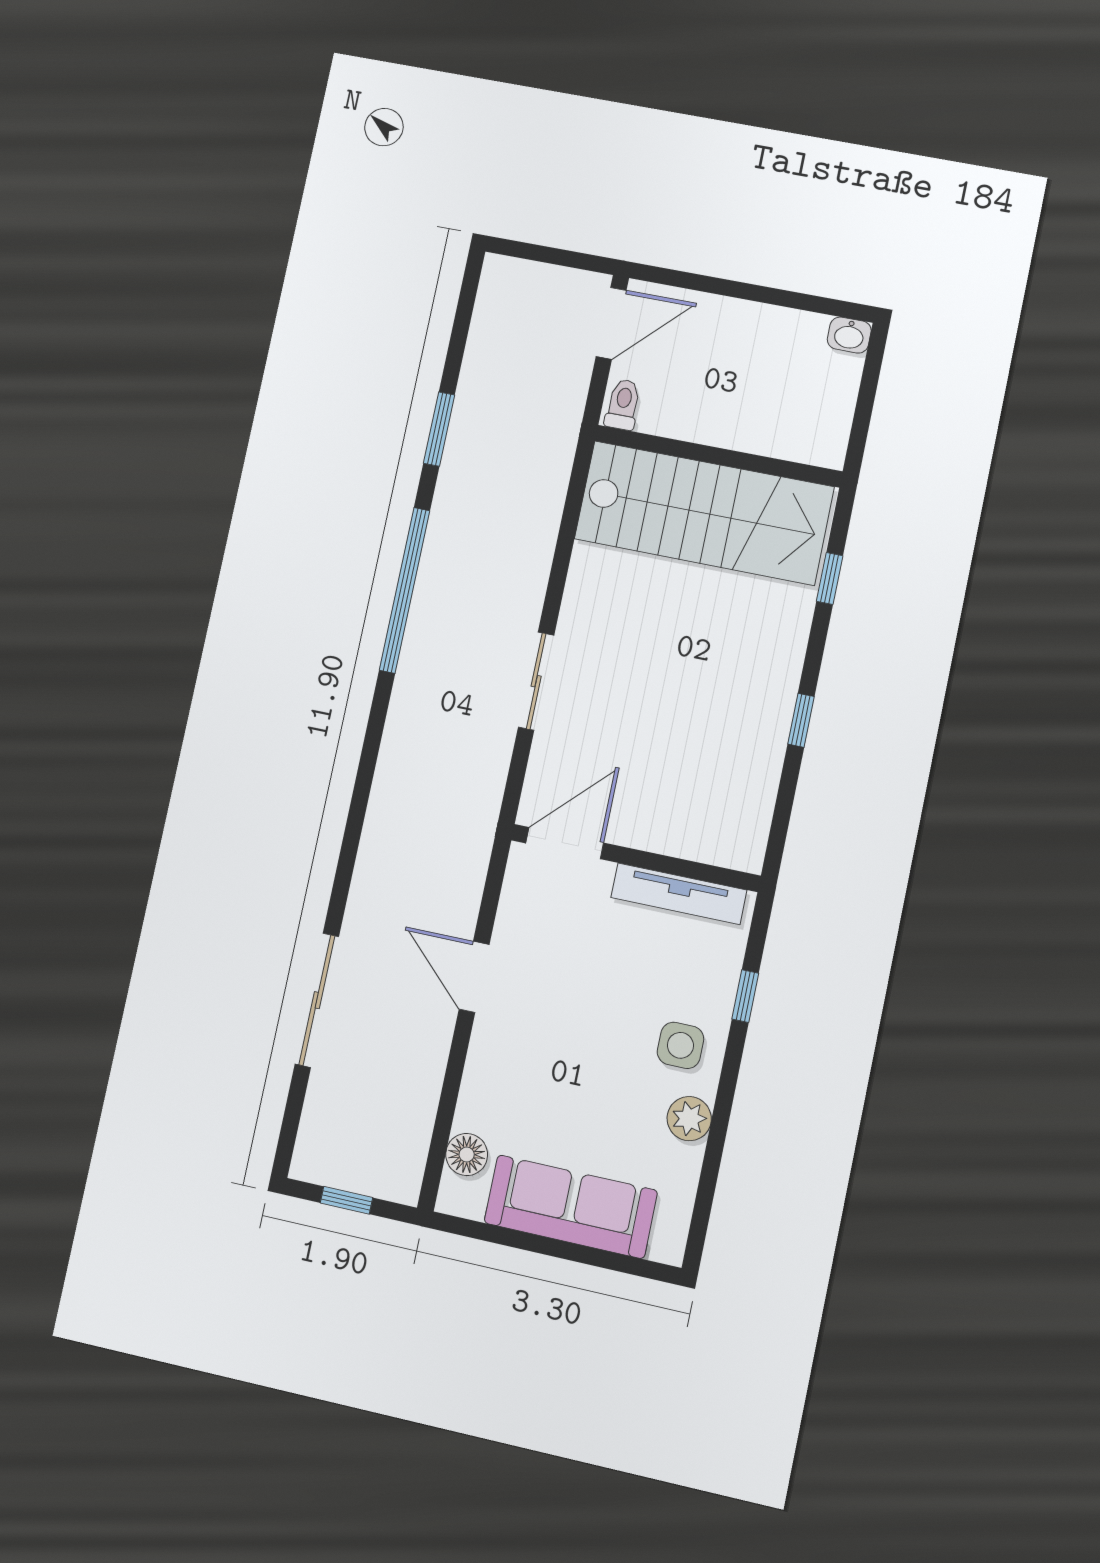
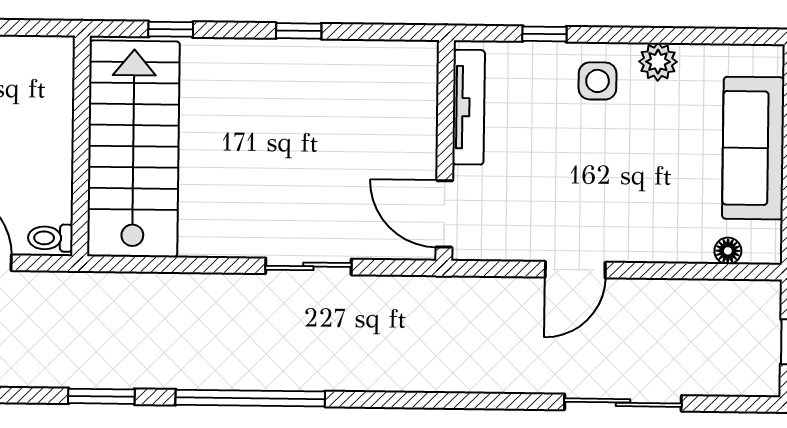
floor lamp: (467, 1155) -> (728, 251), width x0.73, depth x0.73

